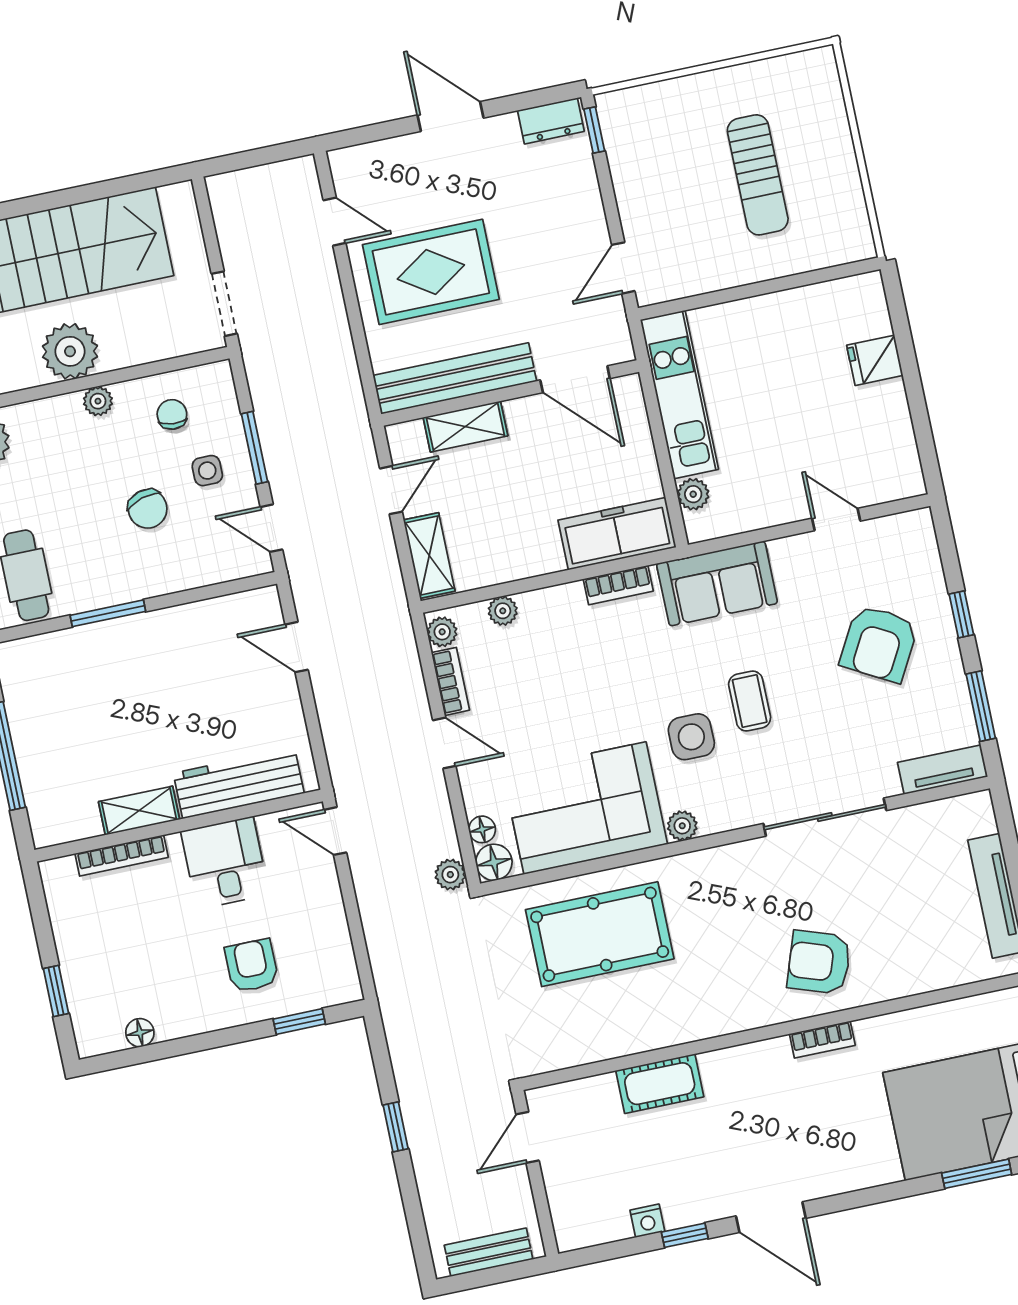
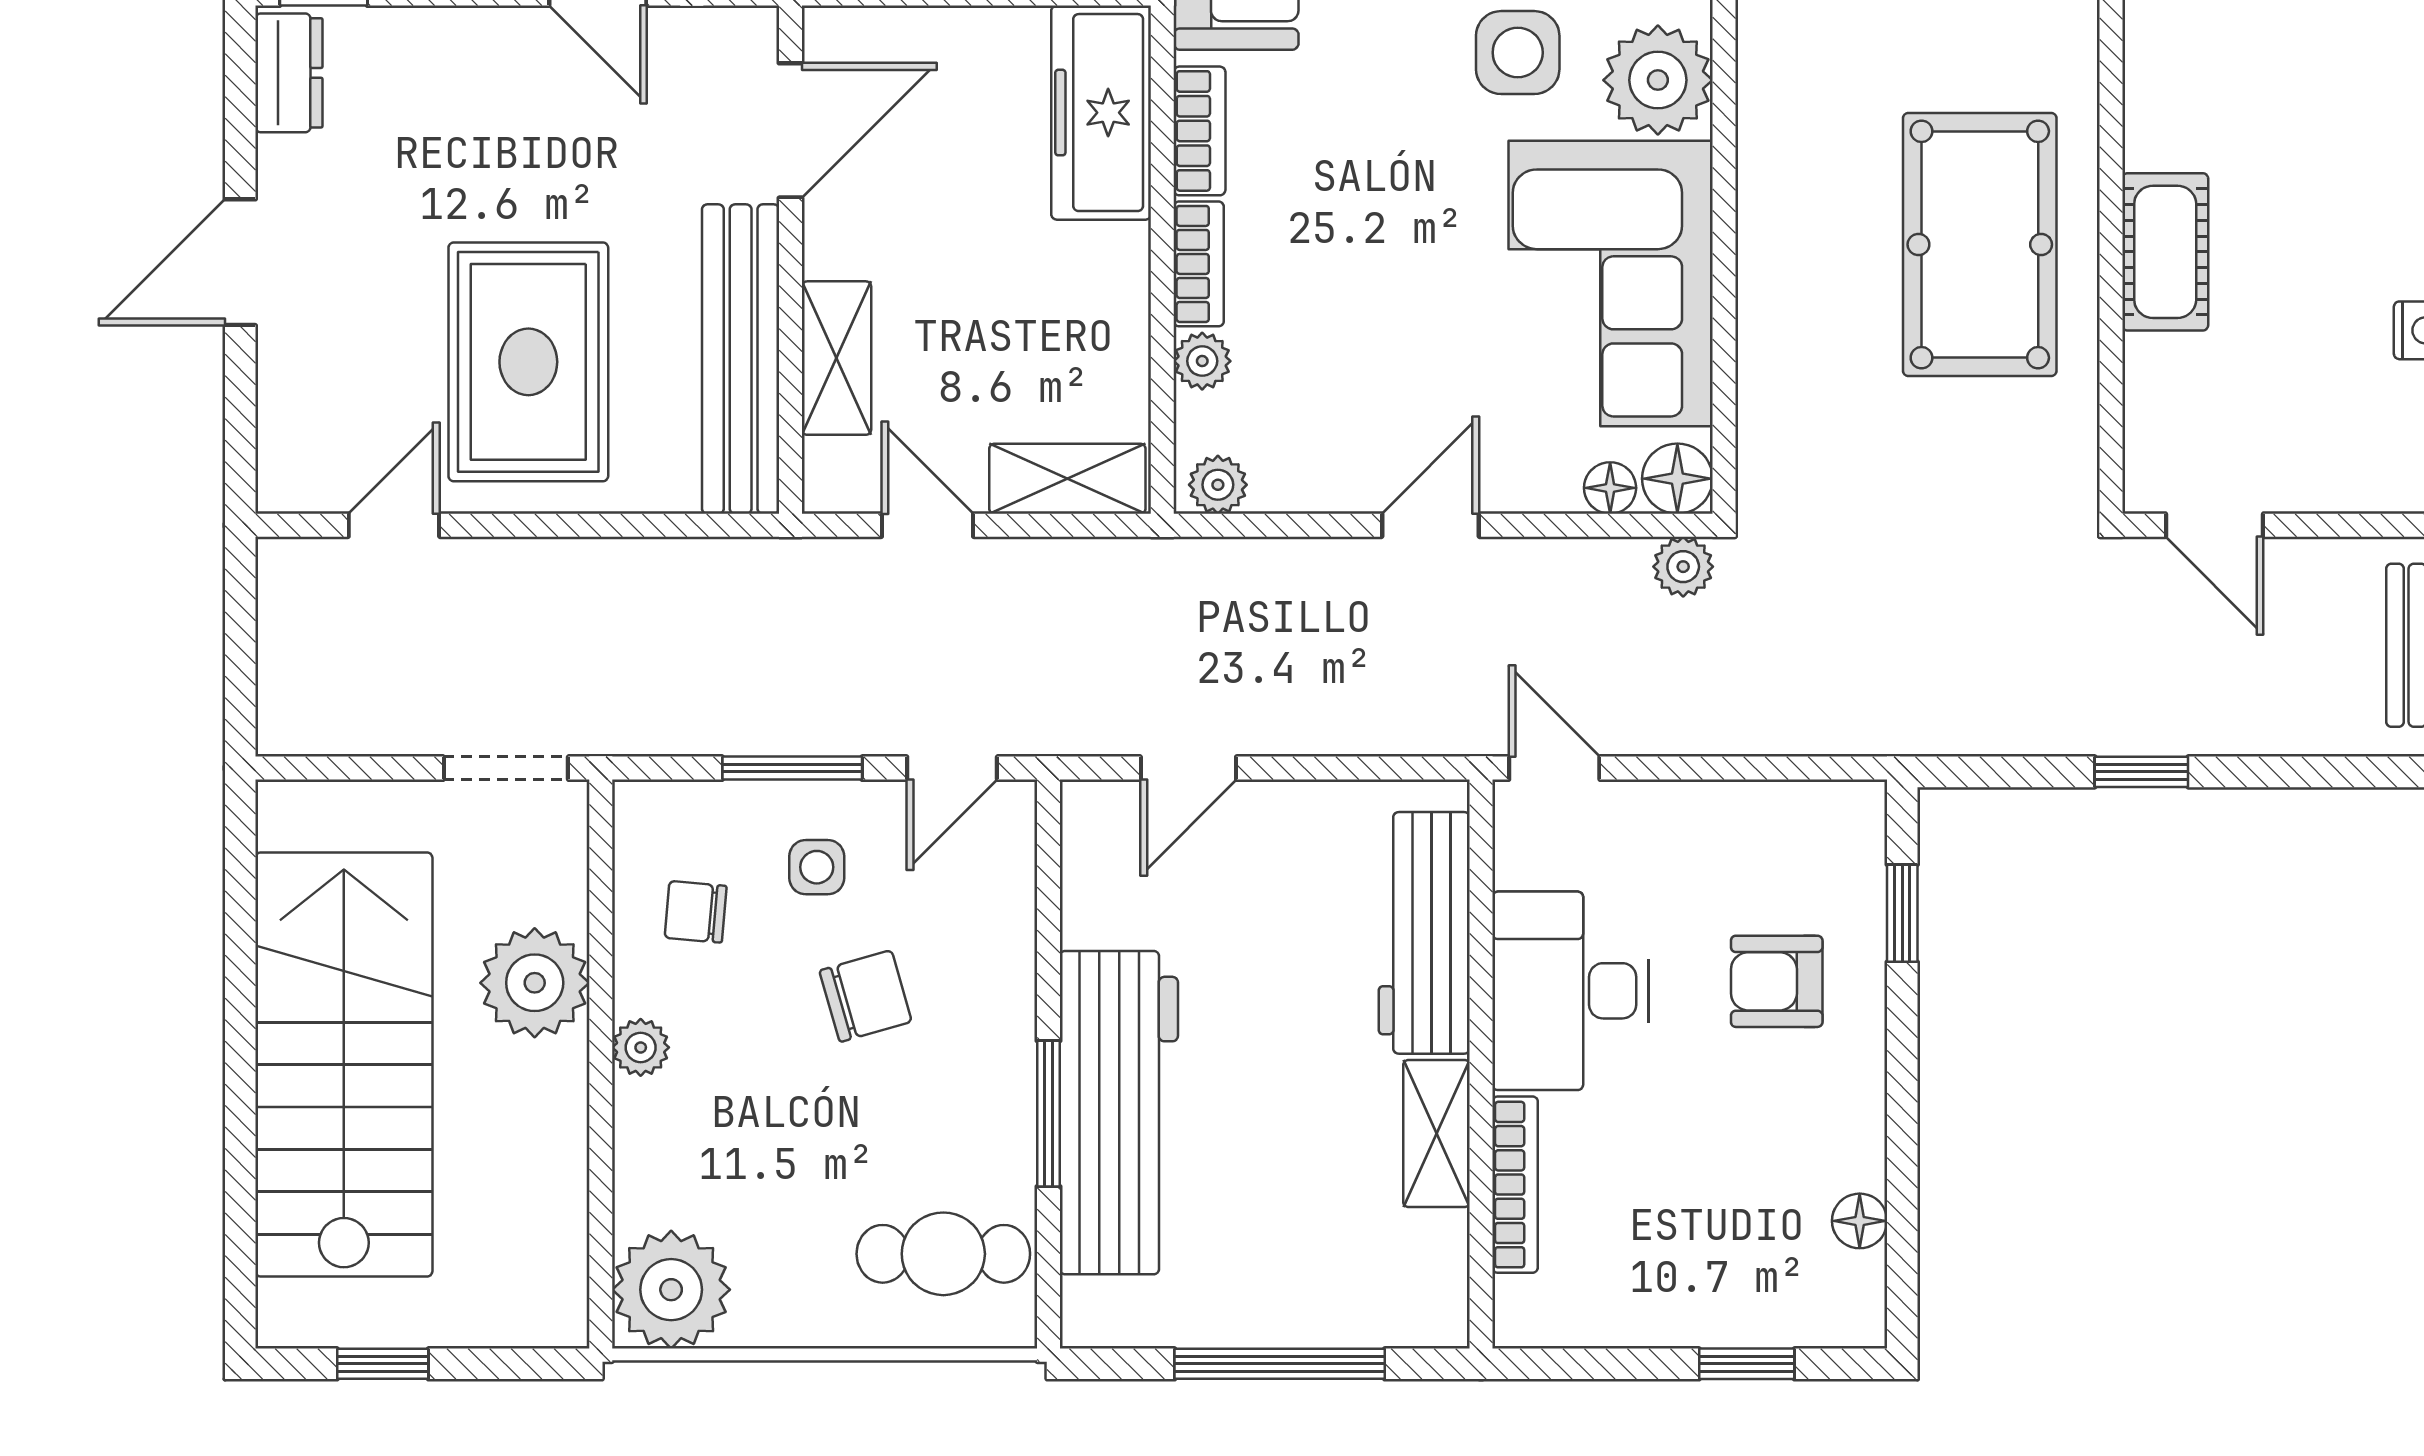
plant: (70, 351) -> (535, 983), moved
workbench: (116, 649) -> (1119, 1113), added
bookcase: (450, 681) -> (1199, 264), moved, turned 90
plant: (682, 826) -> (1658, 80), width x1.88, depth x1.88
door: (335, 831) -> (1554, 768), swing flipped
desk: (225, 863) -> (1571, 991), width x1.37
pool table: (600, 934) -> (1980, 244), moved

